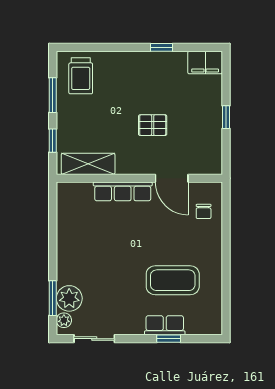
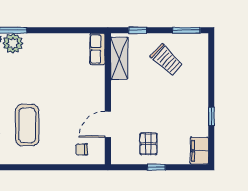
trolley: (81, 76) -> (167, 60), moved, turned -137
window: (53, 95) -> (186, 30), moved
pallet: (153, 125) -> (148, 144), moved
row of seats: (123, 191) -> (97, 49), moved, width x0.68

